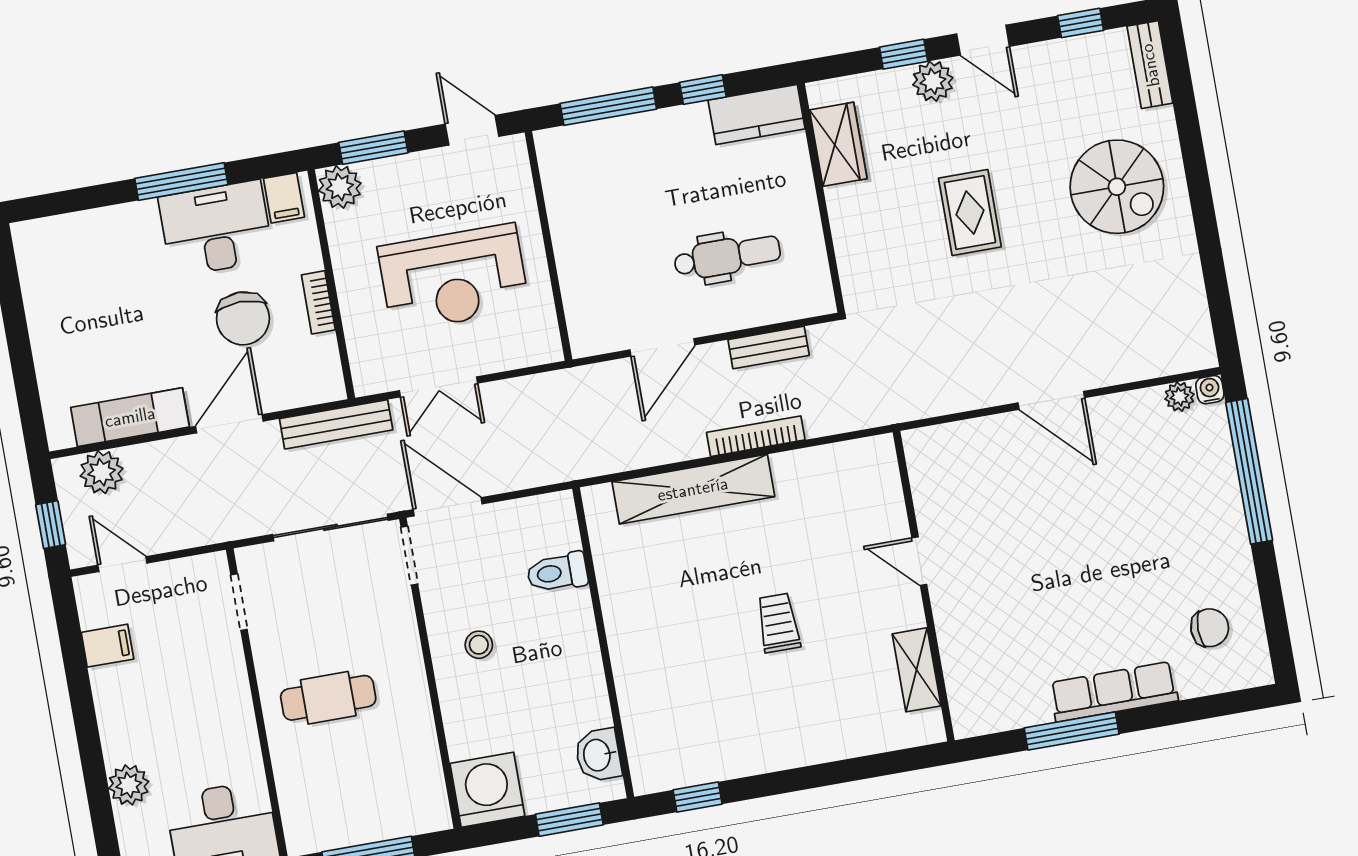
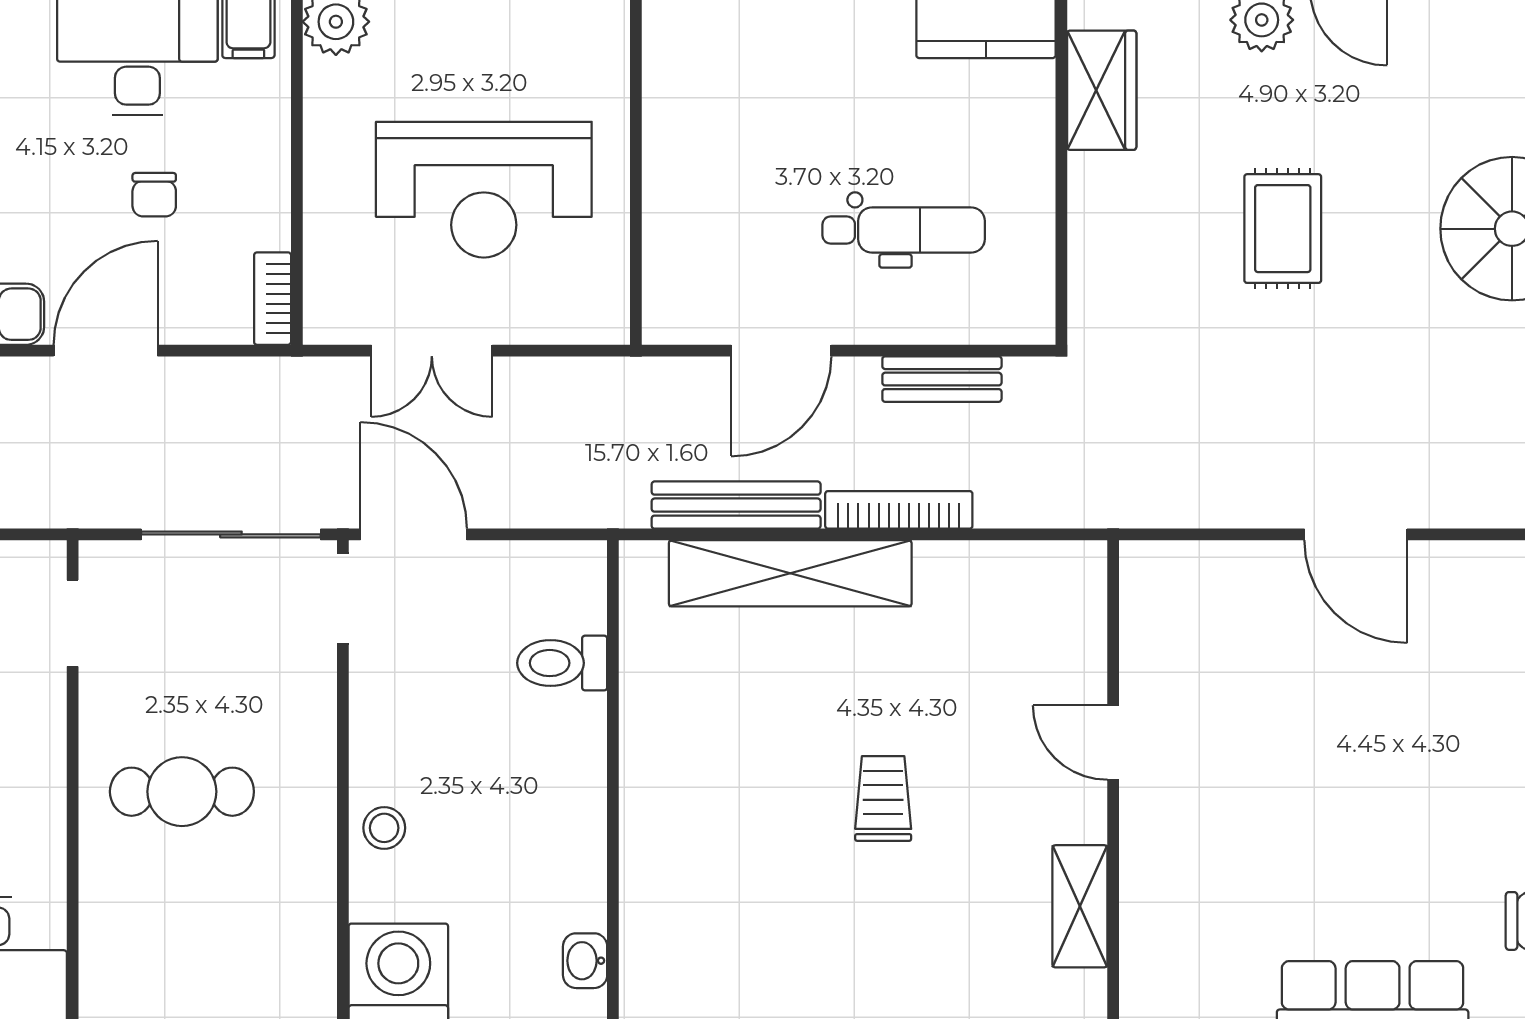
bookcase: (318, 302) -> (273, 299), moved
chair: (243, 318) -> (154, 195), width x0.54, depth x0.54
bench: (336, 424) -> (736, 505), moved
stool: (479, 645) -> (384, 828), moved
washbasin: (598, 755) -> (585, 961), width x0.72, depth x0.69

